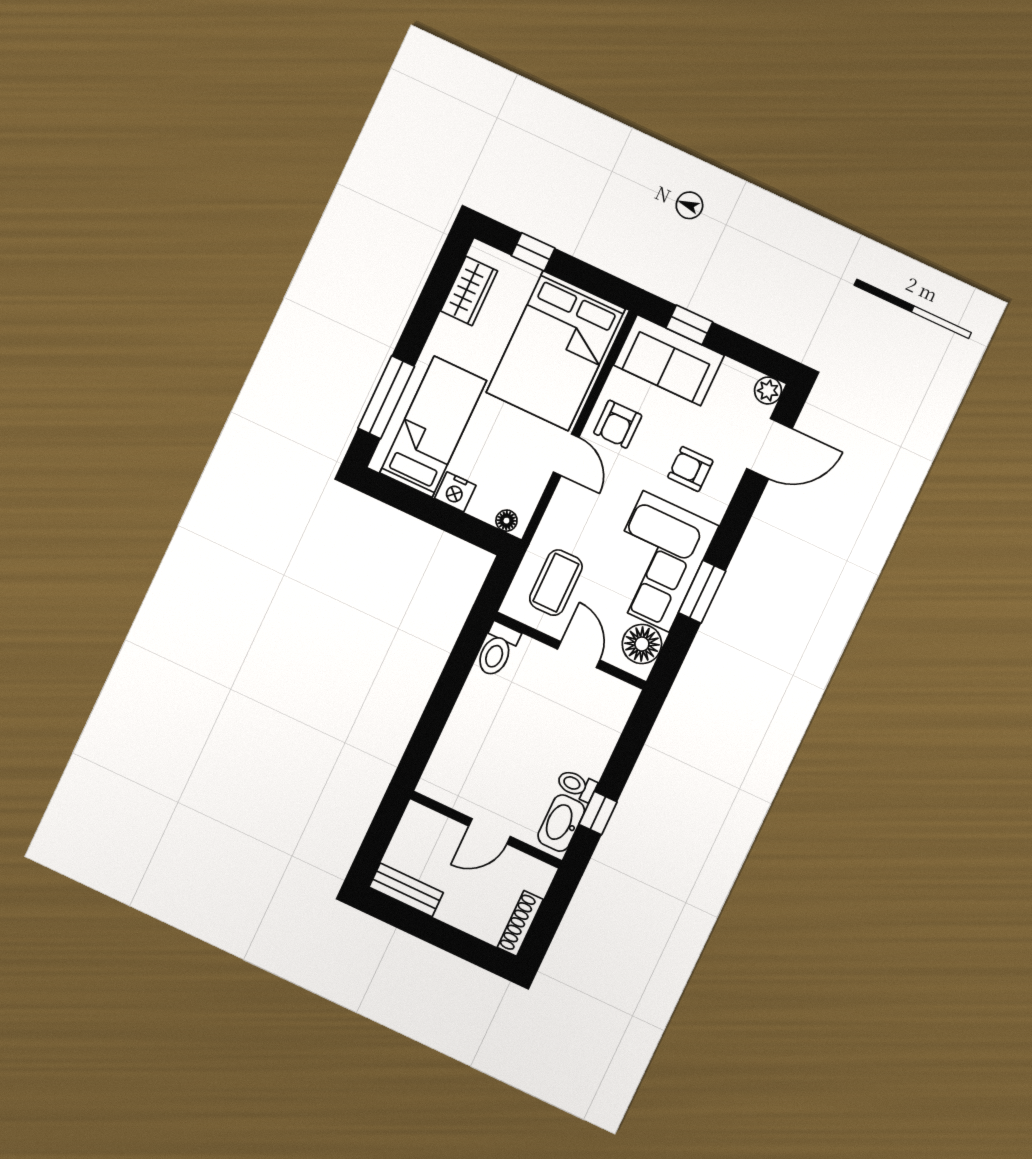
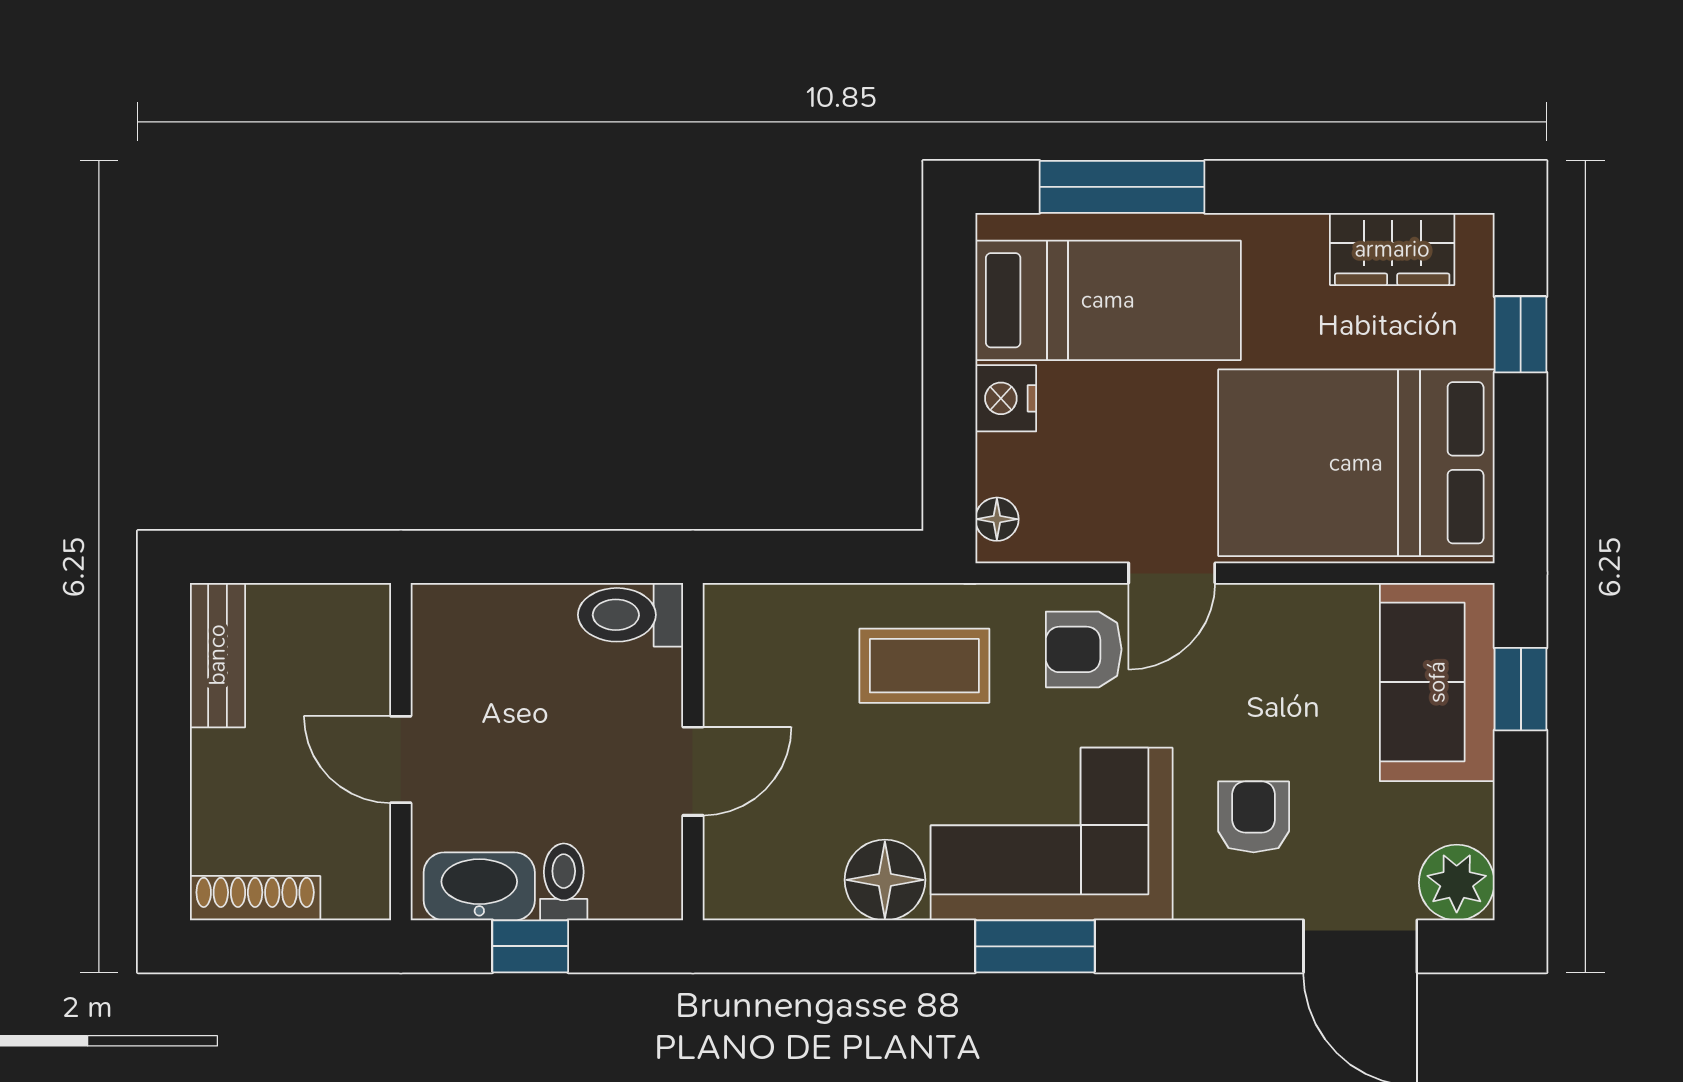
plant: (768, 391) -> (1457, 883), width x1.38, depth x1.38
armchair: (618, 424) -> (1084, 649), moved
toilet: (497, 650) -> (631, 615), moved
wall: (570, 651) -> (693, 752), moved
door: (579, 655) -> (693, 771), moved

